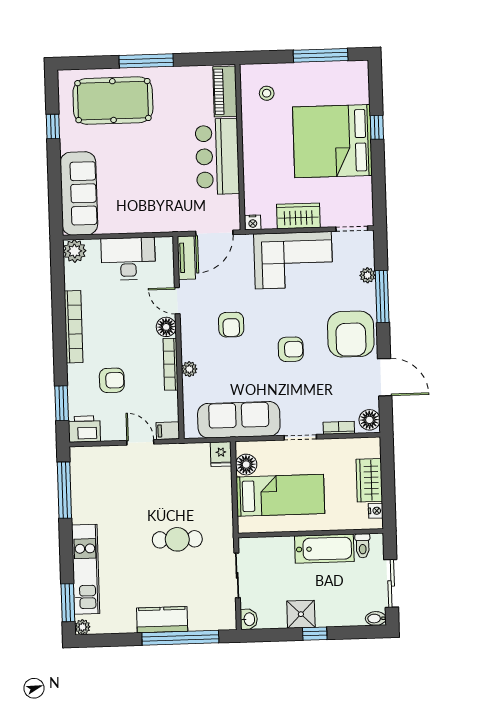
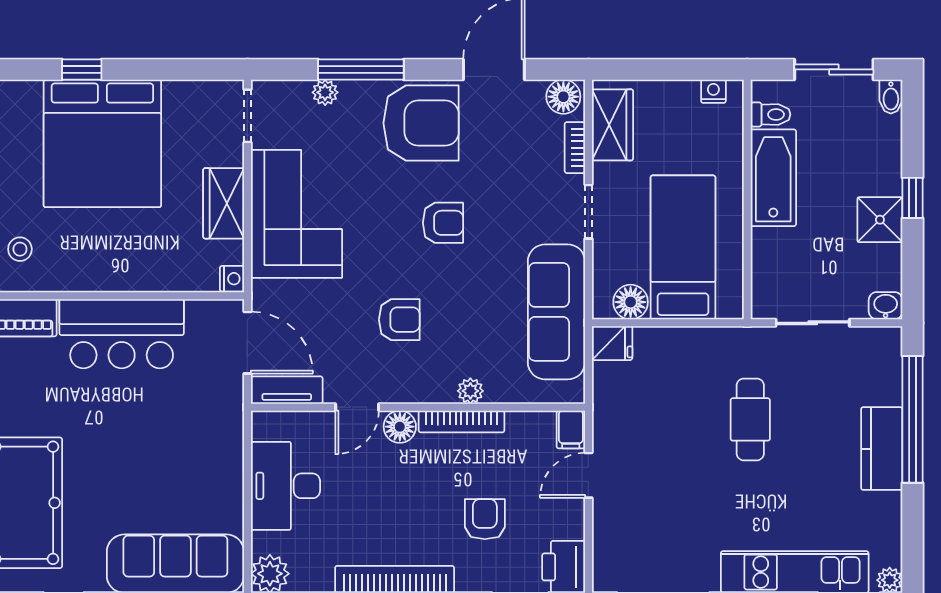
armchair: (291, 349) -> (443, 223), turned 90
wardrobe: (369, 480) -> (612, 125), moved, turned -90

